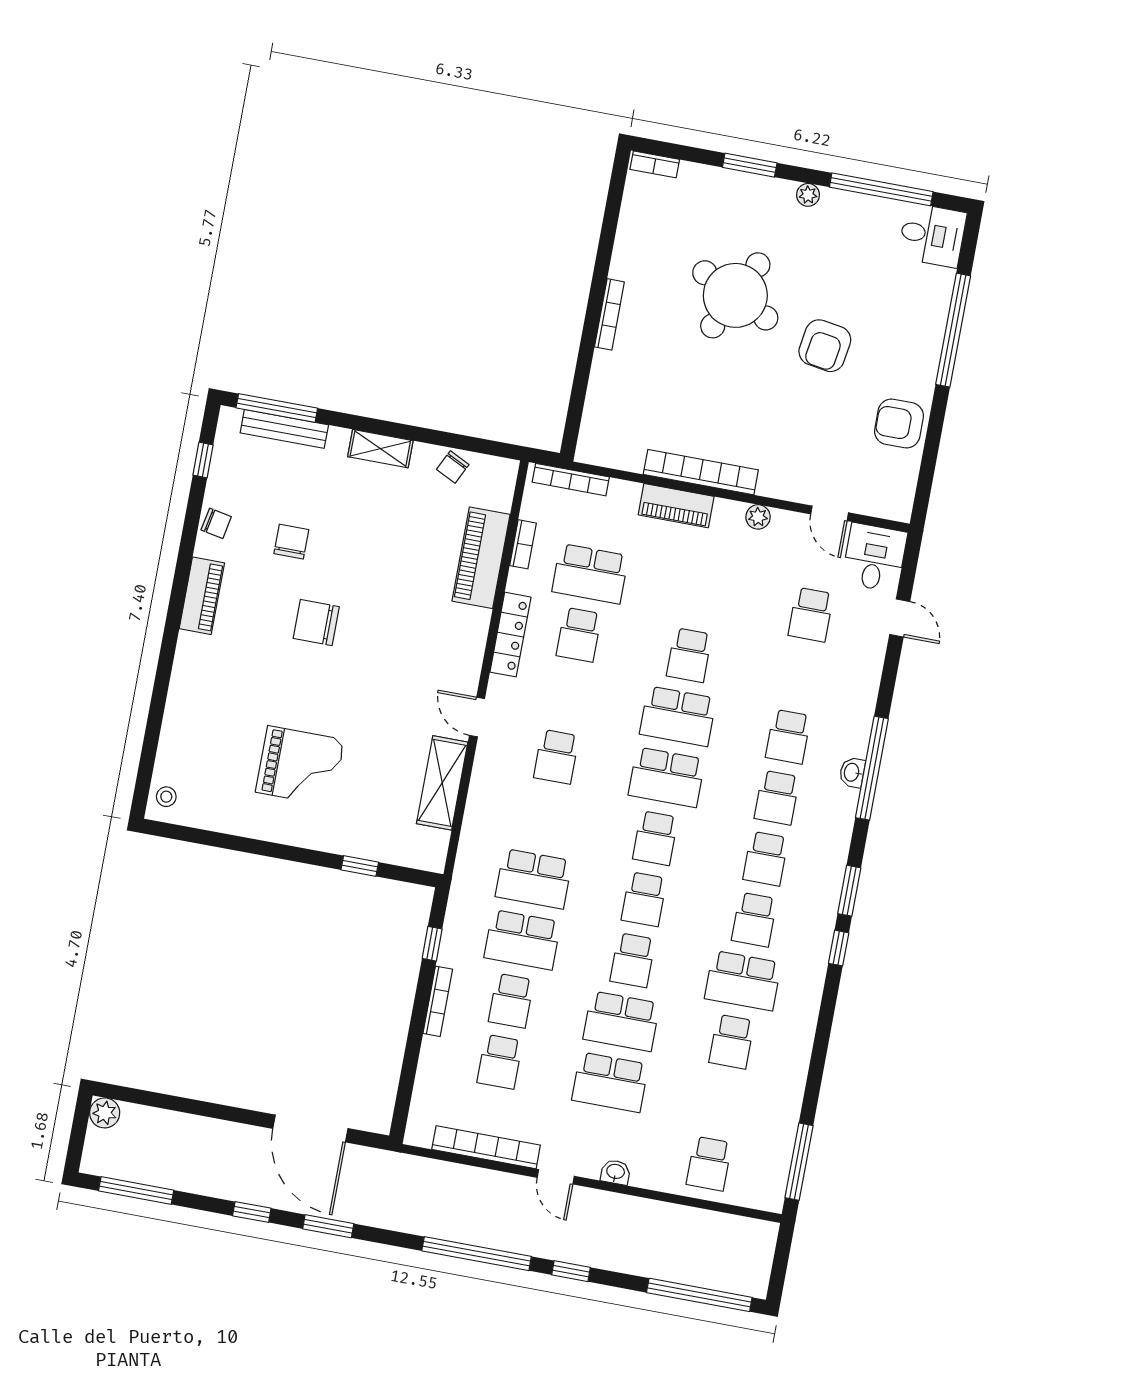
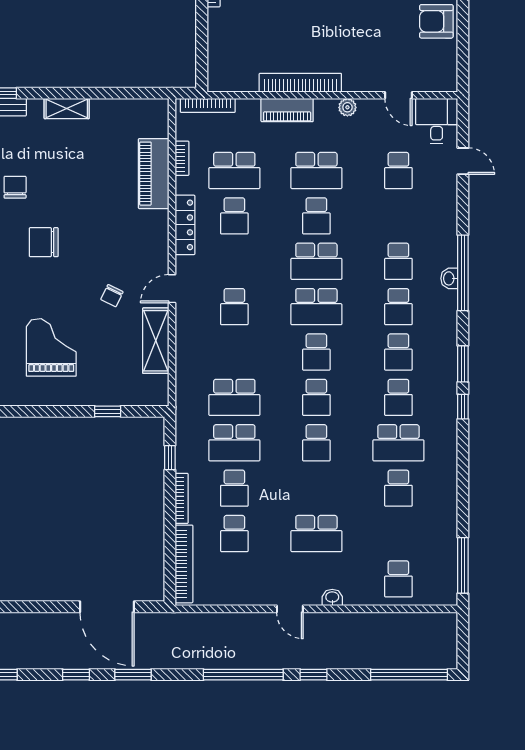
chair: (453, 467) -> (112, 296), moved
door: (477, 717) -> (172, 289), hinge flipped
grand piano: (300, 766) -> (51, 347), turned -90
school desk: (621, 1021) -> (316, 170), moved
bookcase: (486, 1147) -> (184, 564), moved, turned 90

